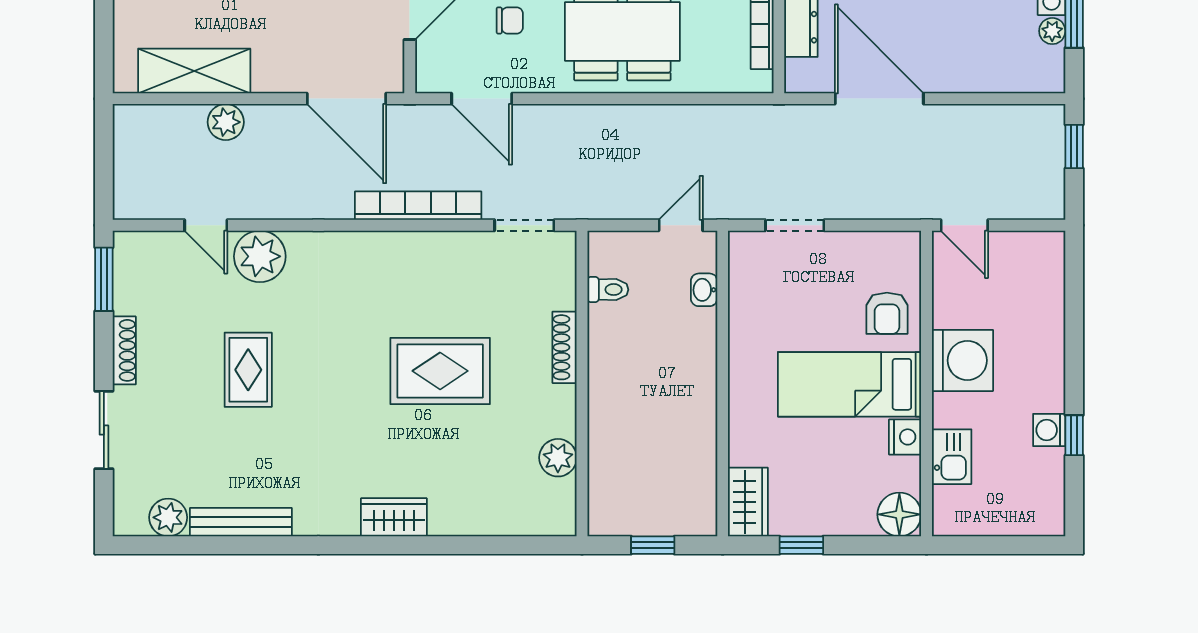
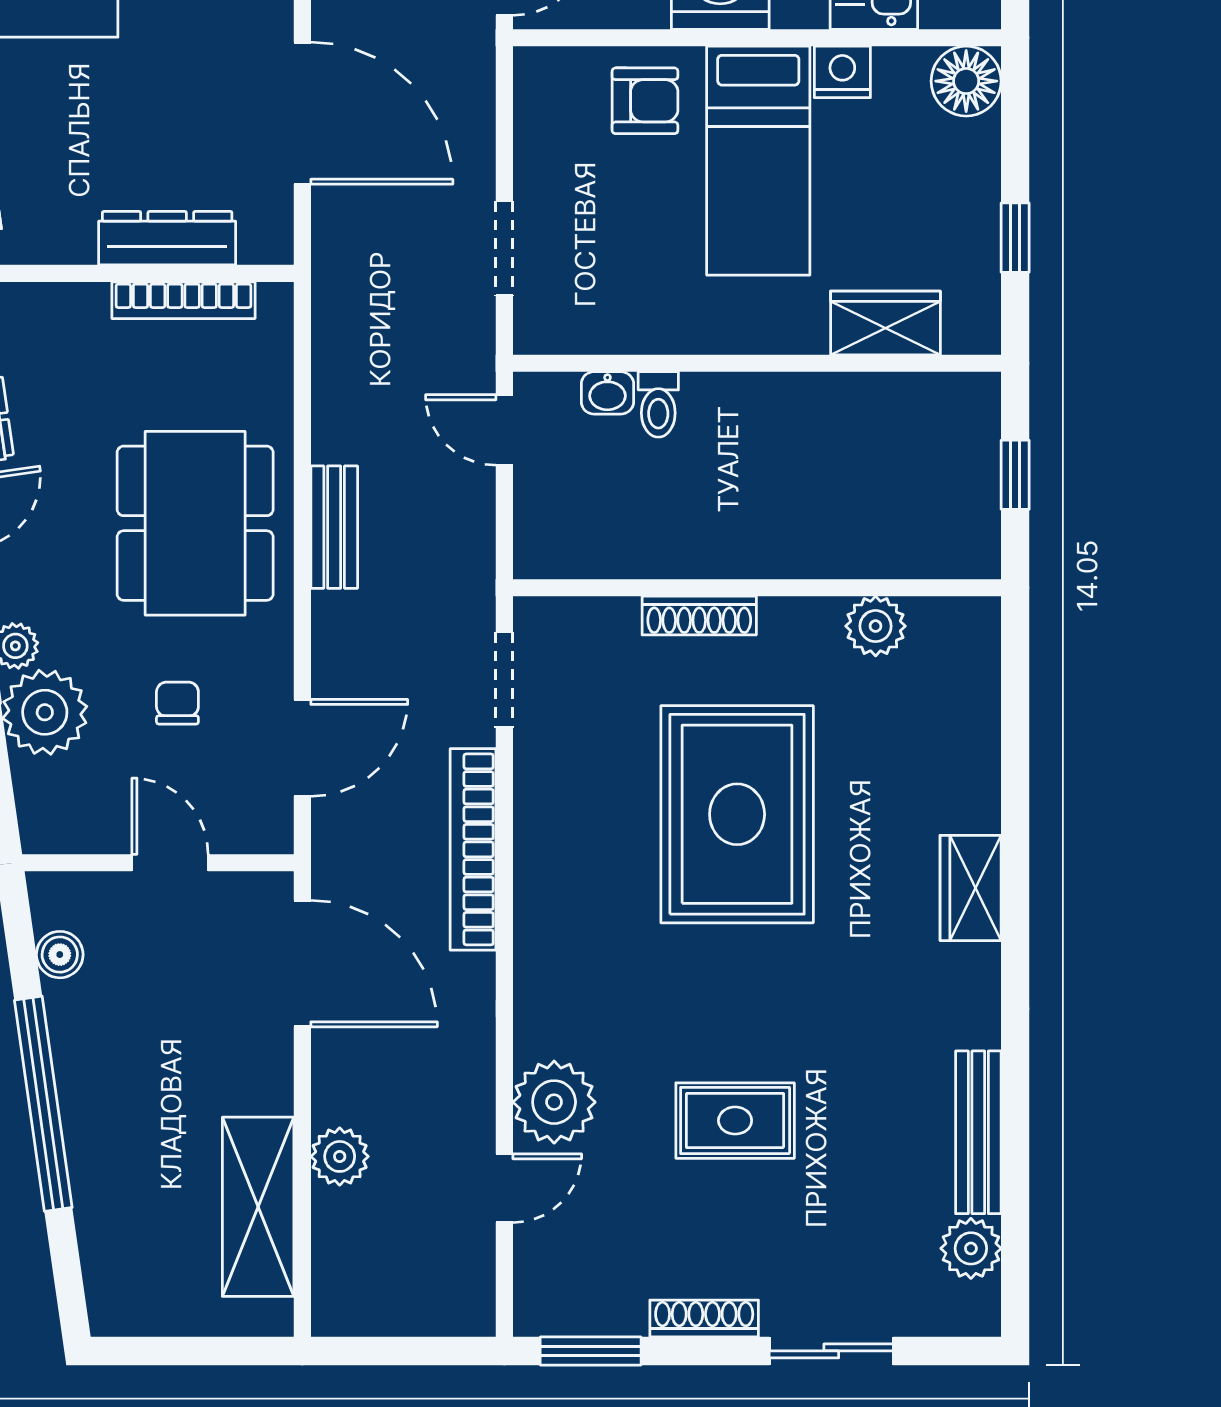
door: (347, 99) -> (302, 964), hinge flipped
door: (879, 99) -> (302, 113), swing flipped
bench: (620, 119) -> (334, 527), added
toilet: (608, 290) -> (658, 404), moved, turned 180
rug: (440, 371) -> (737, 814), width x1.37, depth x1.44
wardrobe: (748, 502) -> (885, 323), moved

